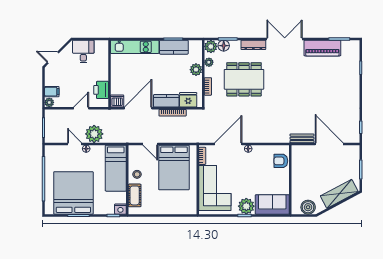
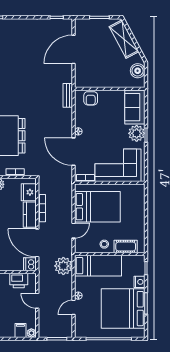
plant: (94, 134) -> (63, 266), moved
bench: (302, 138) -> (68, 95), moved
nightstand: (120, 209) -> (139, 282), moved

